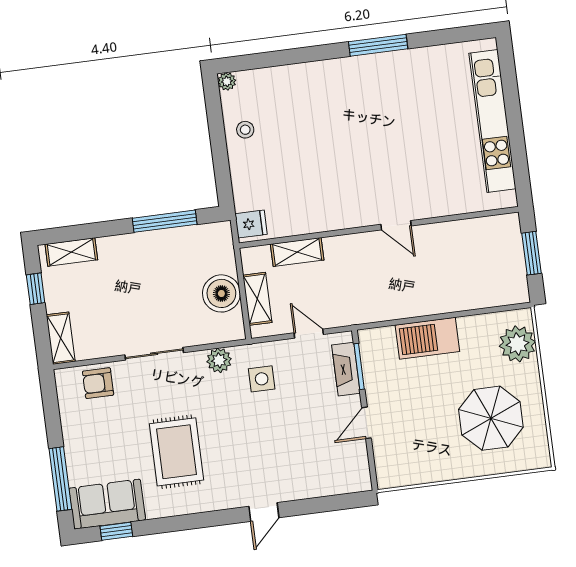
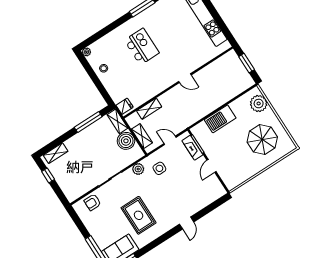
kitchen island: (340, 122) -> (142, 47), added
shelving: (61, 338) -> (117, 121), moved

